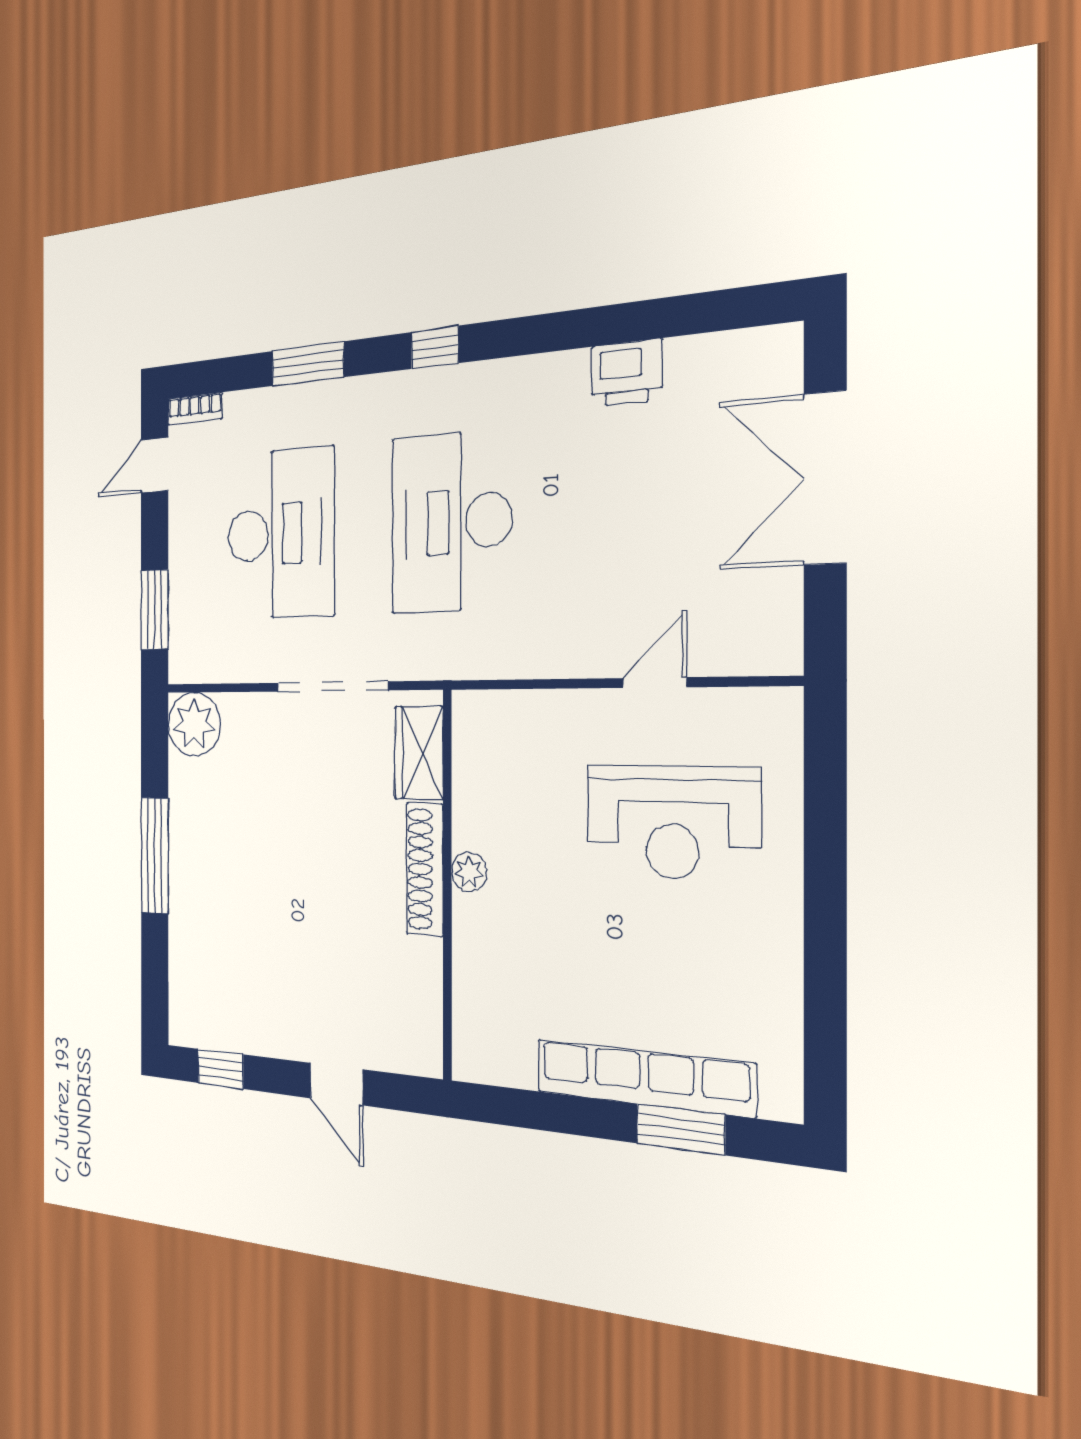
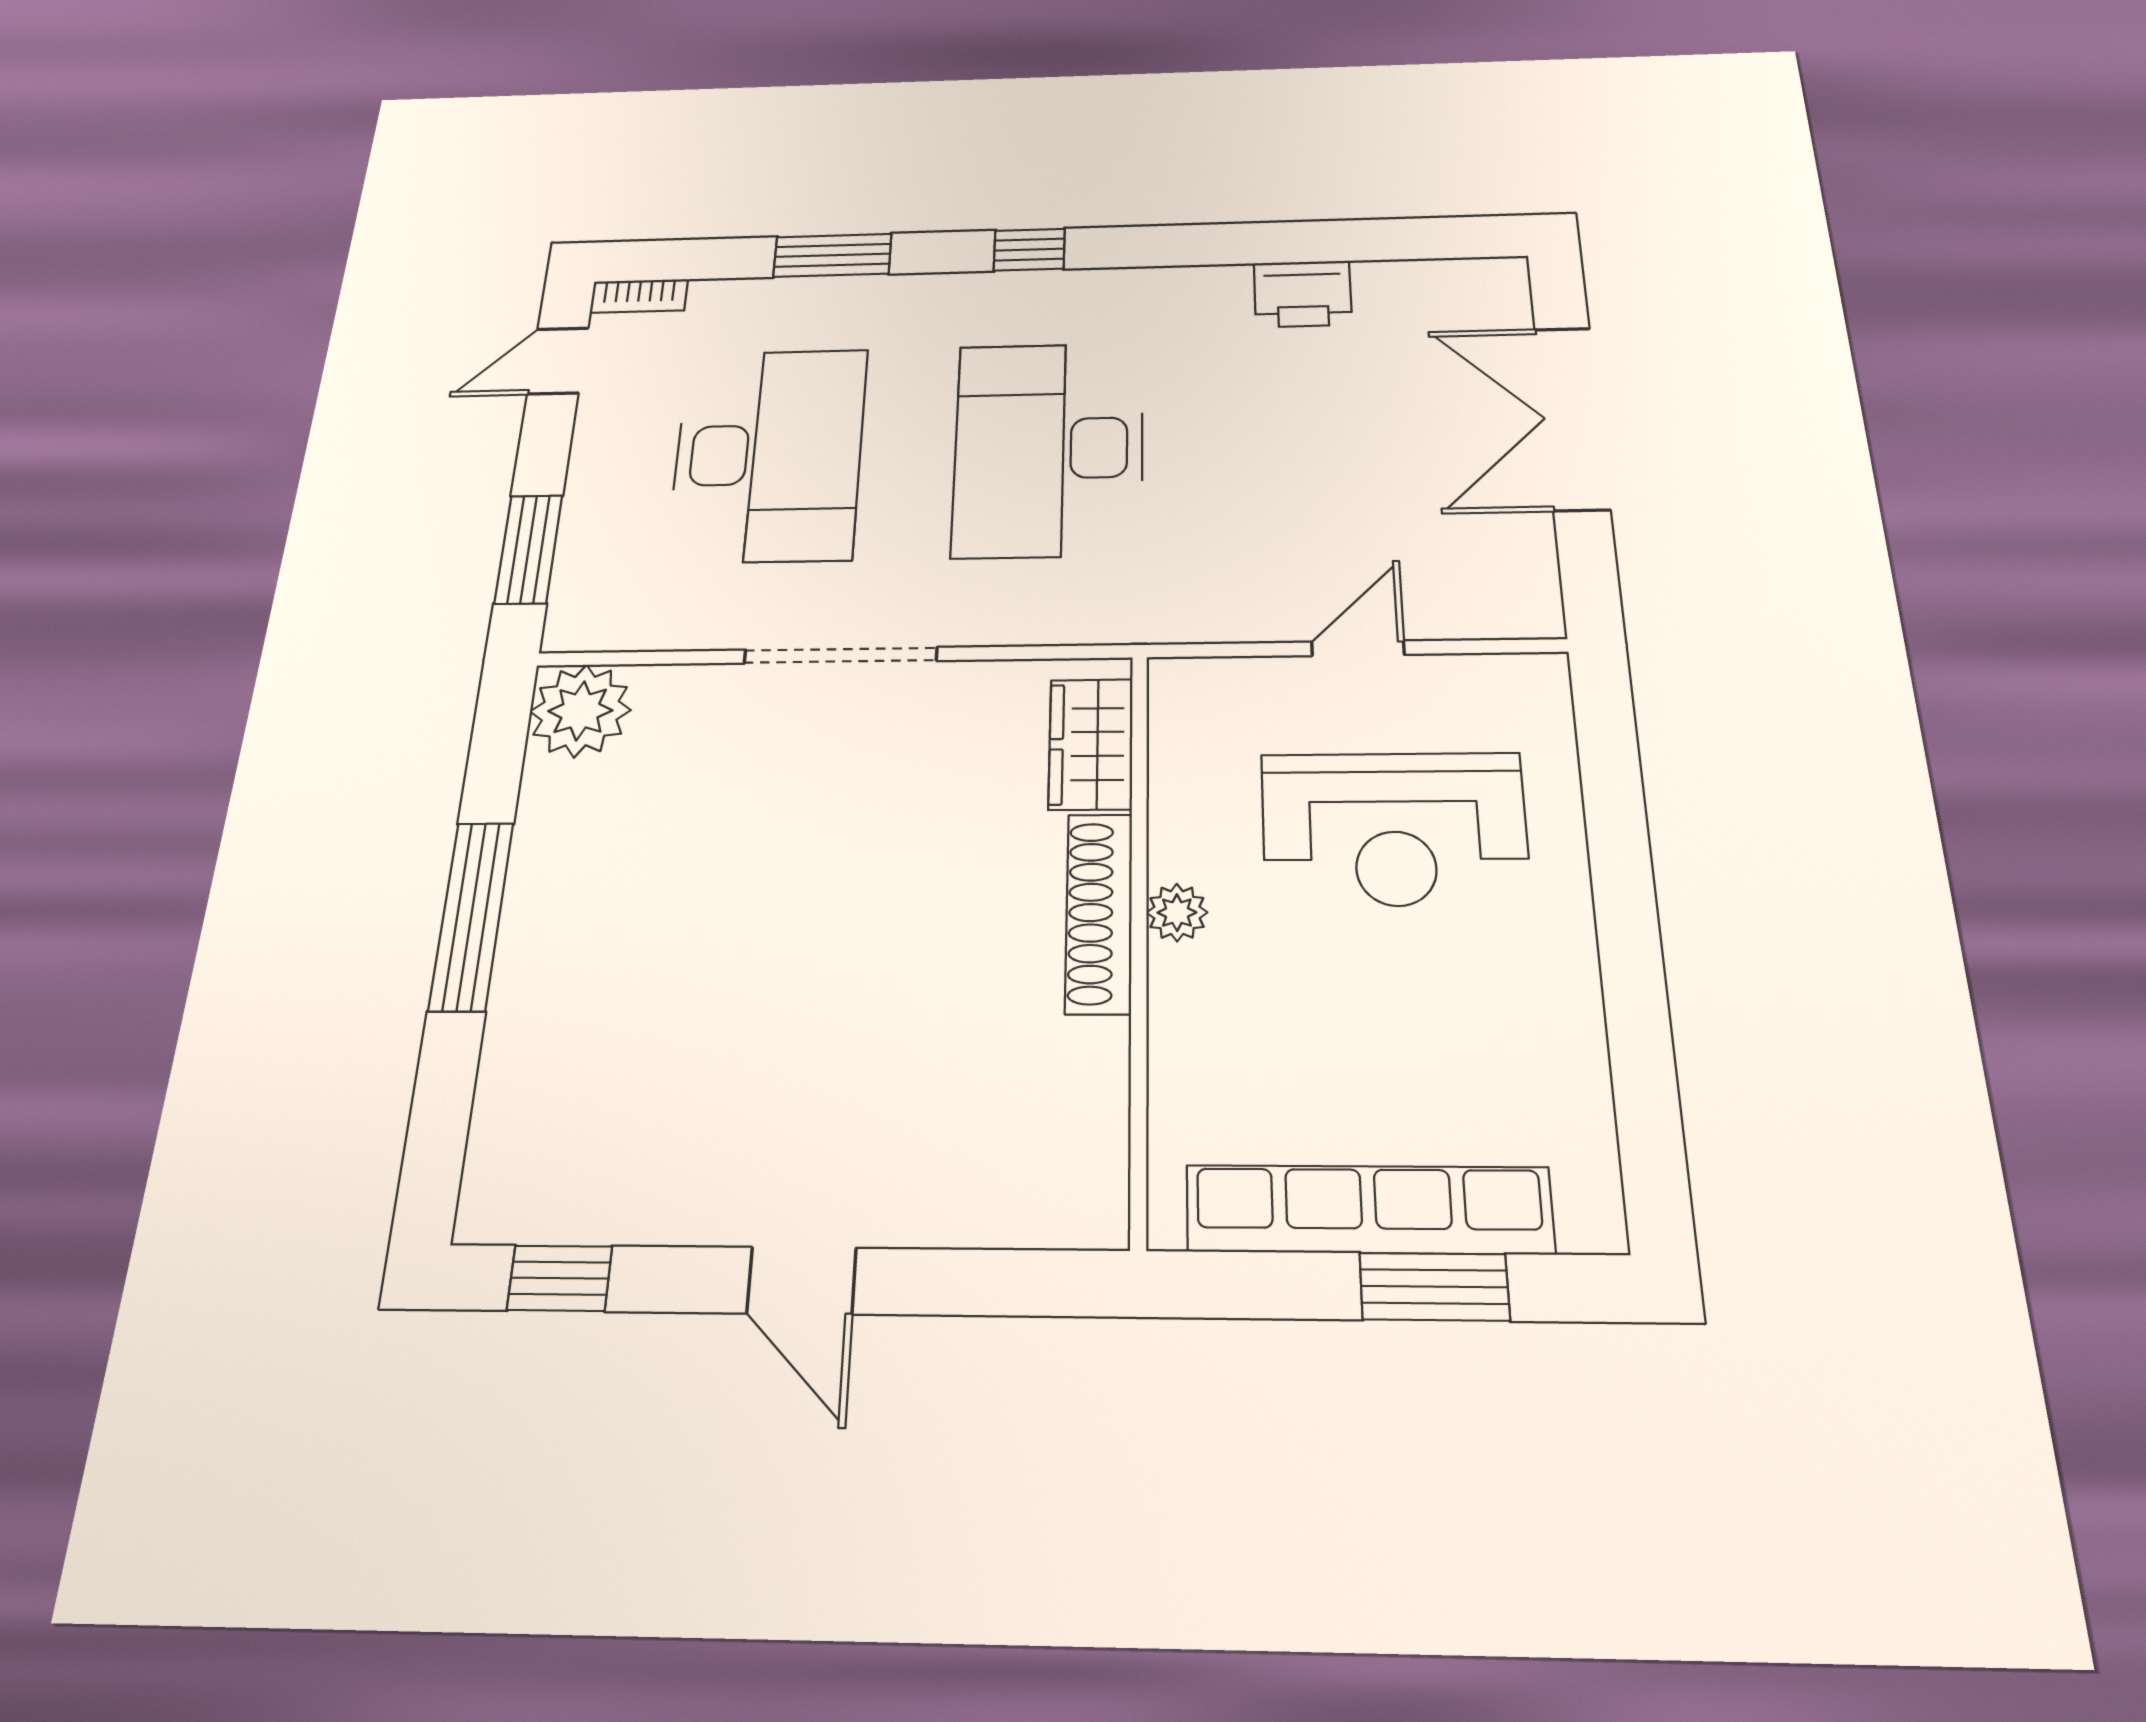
wardrobe: (419, 753) -> (1091, 744), moved
shoe rack: (425, 869) -> (1099, 913), moved
plant: (469, 872) -> (1177, 913), moved
wall: (447, 885) -> (1139, 934), moved

